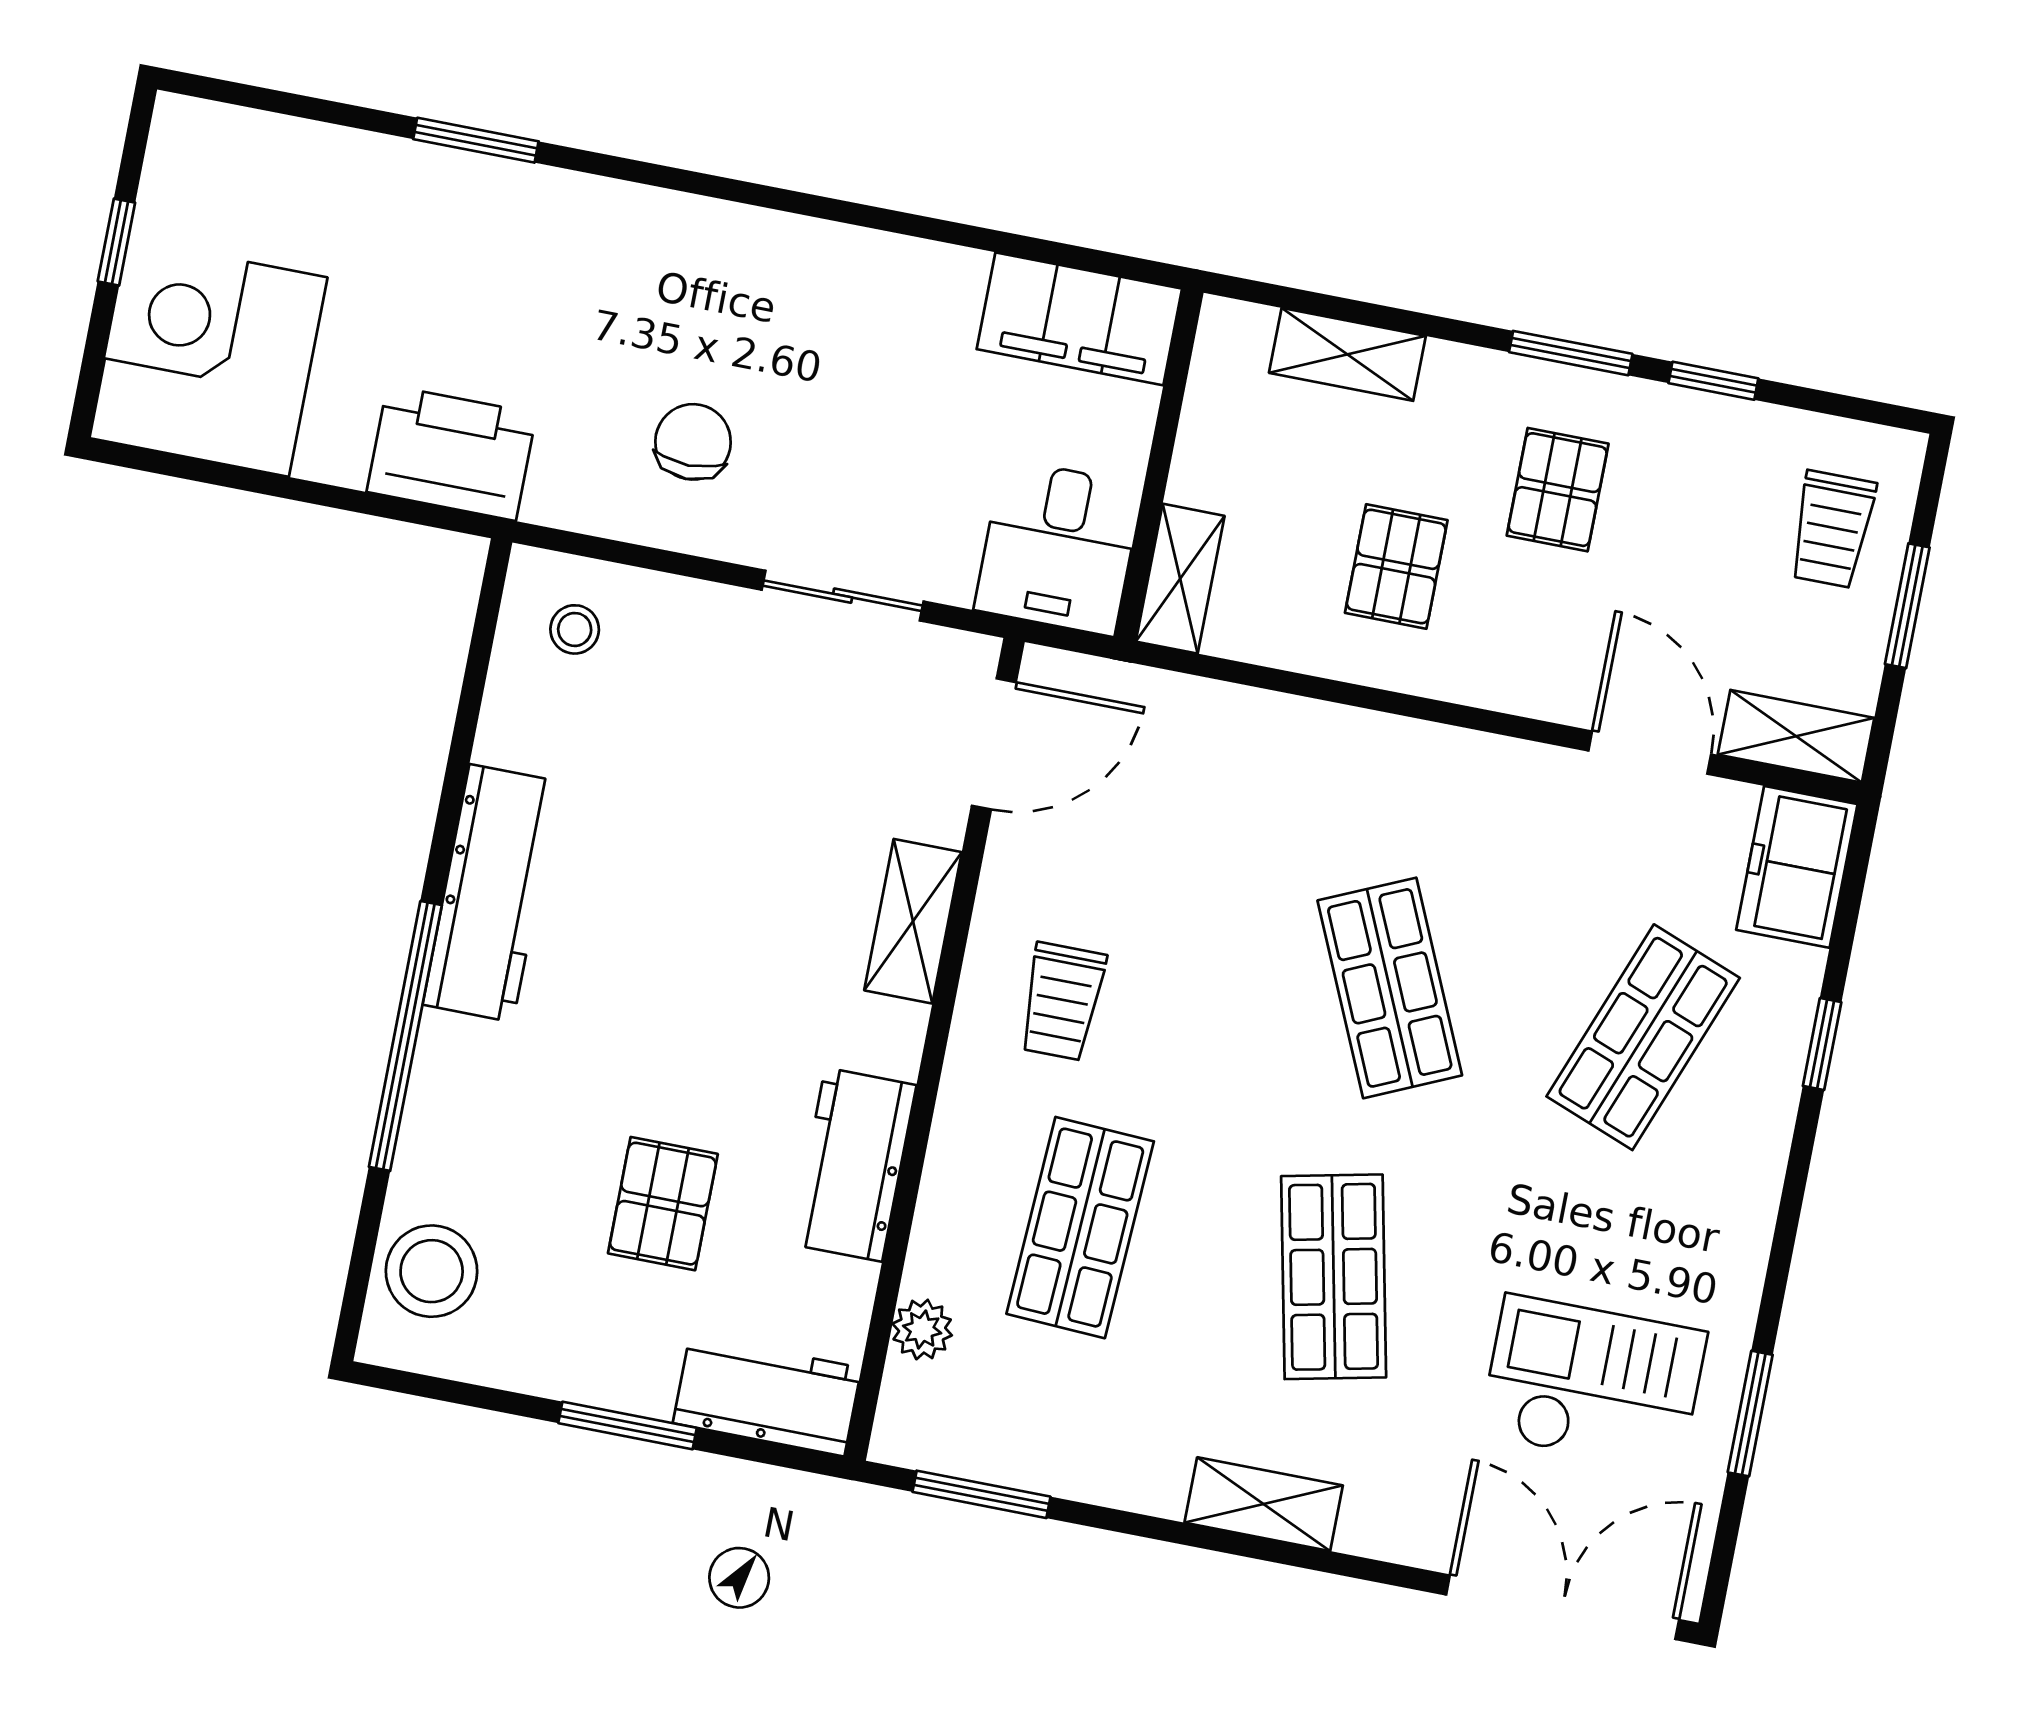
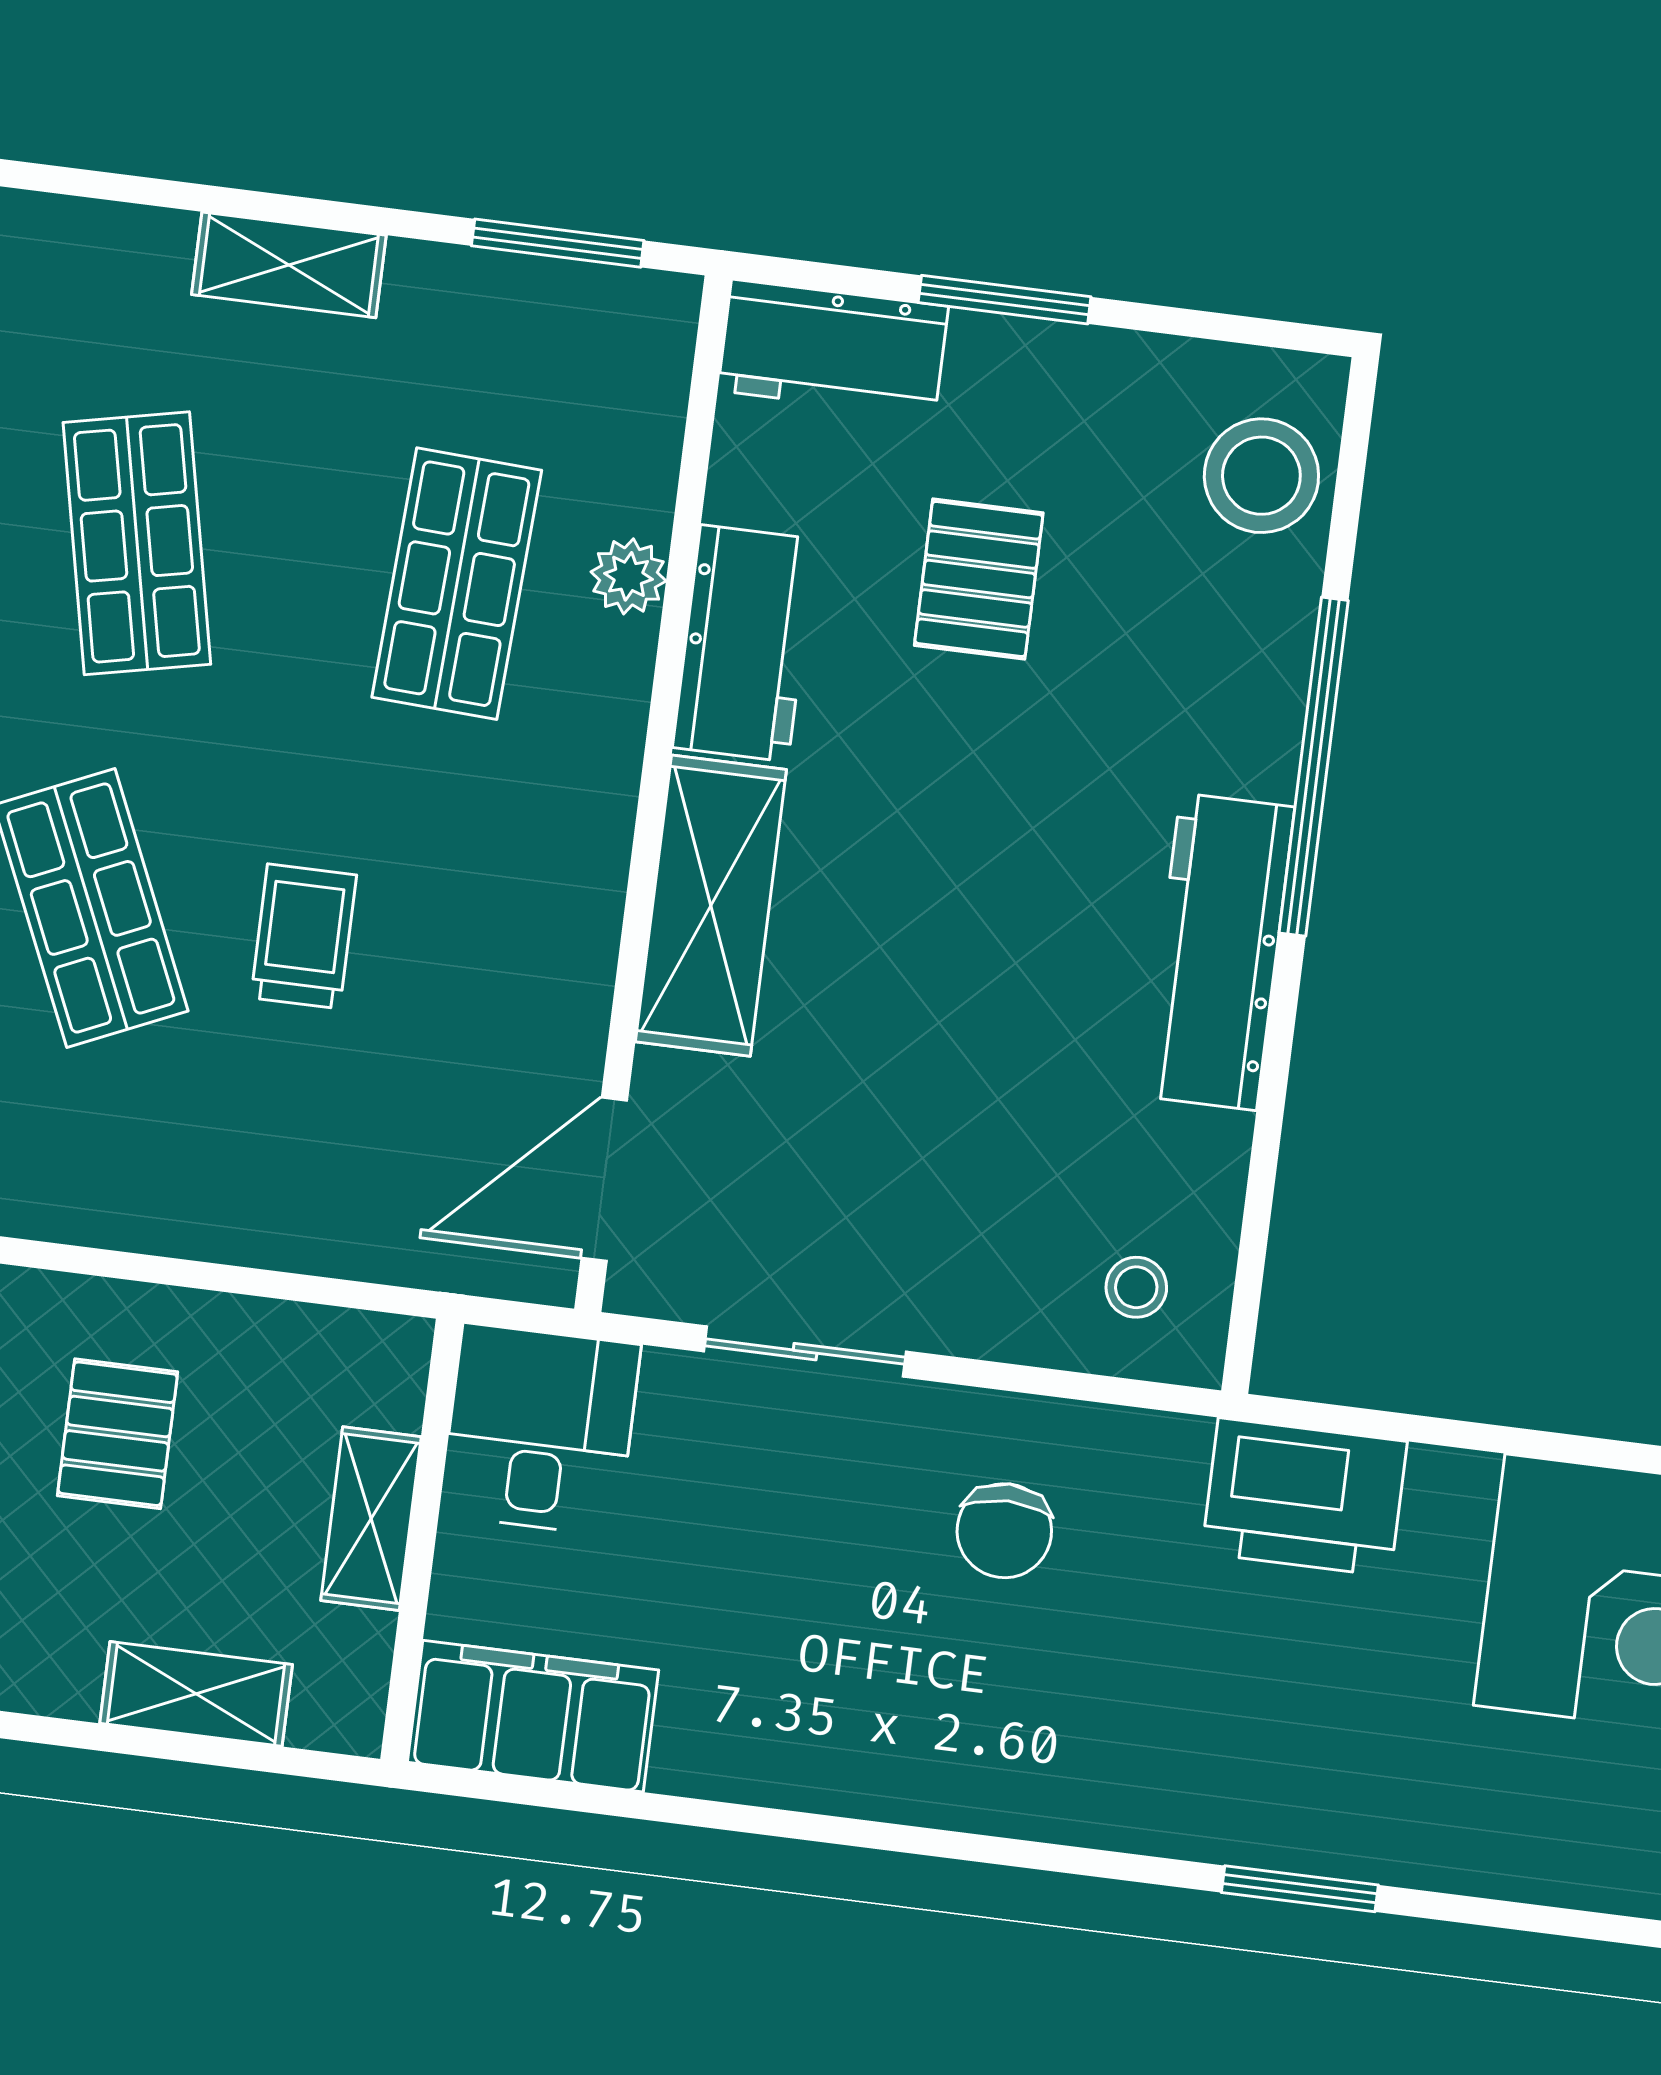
shelving: (1180, 579) -> (371, 1519), moved
shelving: (913, 921) -> (711, 906), width x1.50, depth x1.33
trolley: (1062, 1002) -> (304, 936), moved
plant: (922, 1329) -> (629, 576), moved
shelving: (1264, 1504) -> (289, 265), moved

